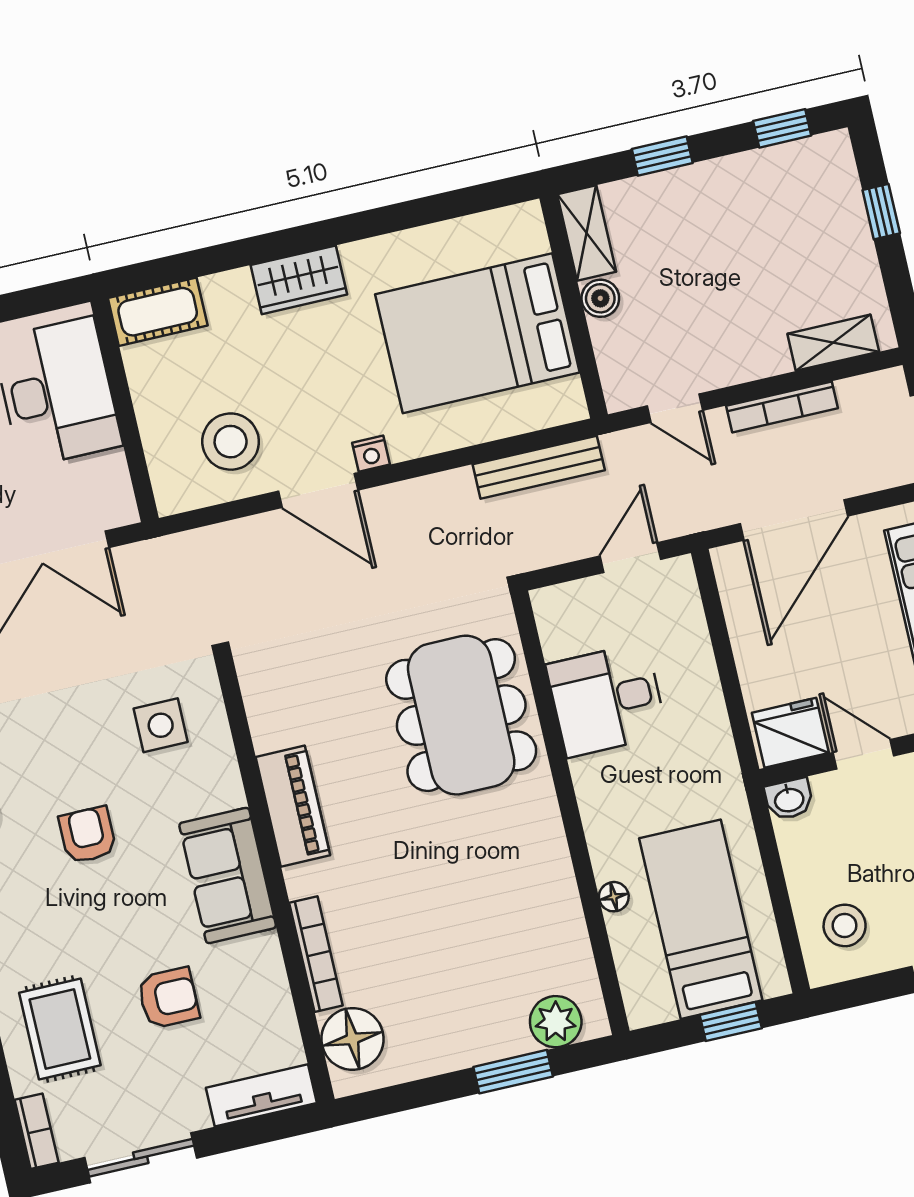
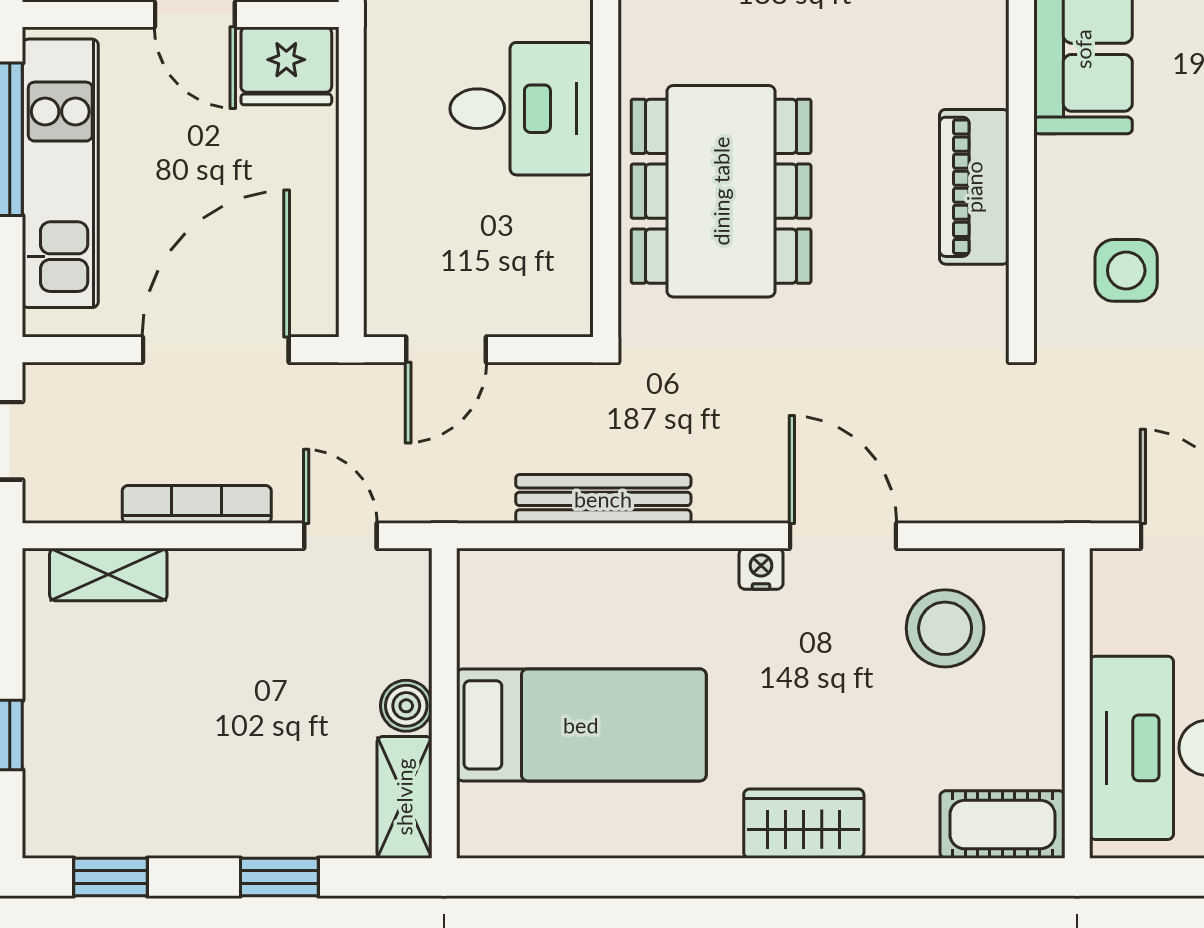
bed: (477, 333) -> (581, 725), width x0.67
bench: (539, 467) -> (603, 499), moved
desk: (607, 700) -> (522, 109), moved
piano: (293, 806) -> (974, 187), moved

